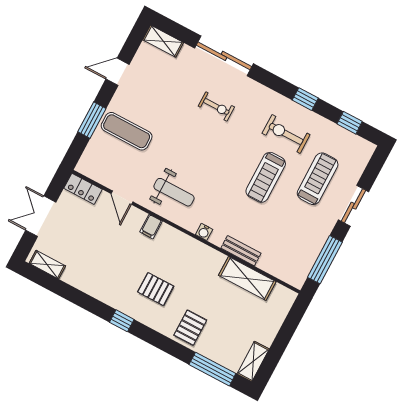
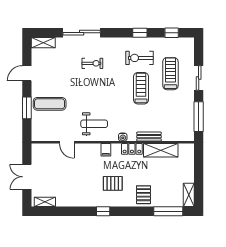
treadmill: (266, 177) -> (141, 88), turned 180
locker: (83, 189) -> (132, 149), moved
filing cabinet: (151, 227) -> (106, 150), moved

